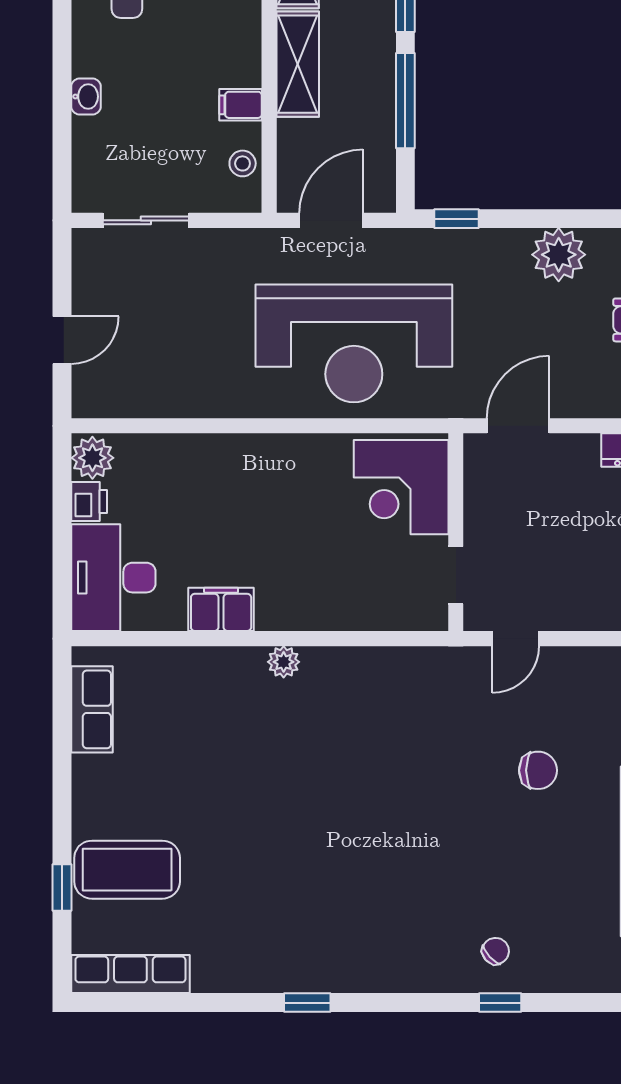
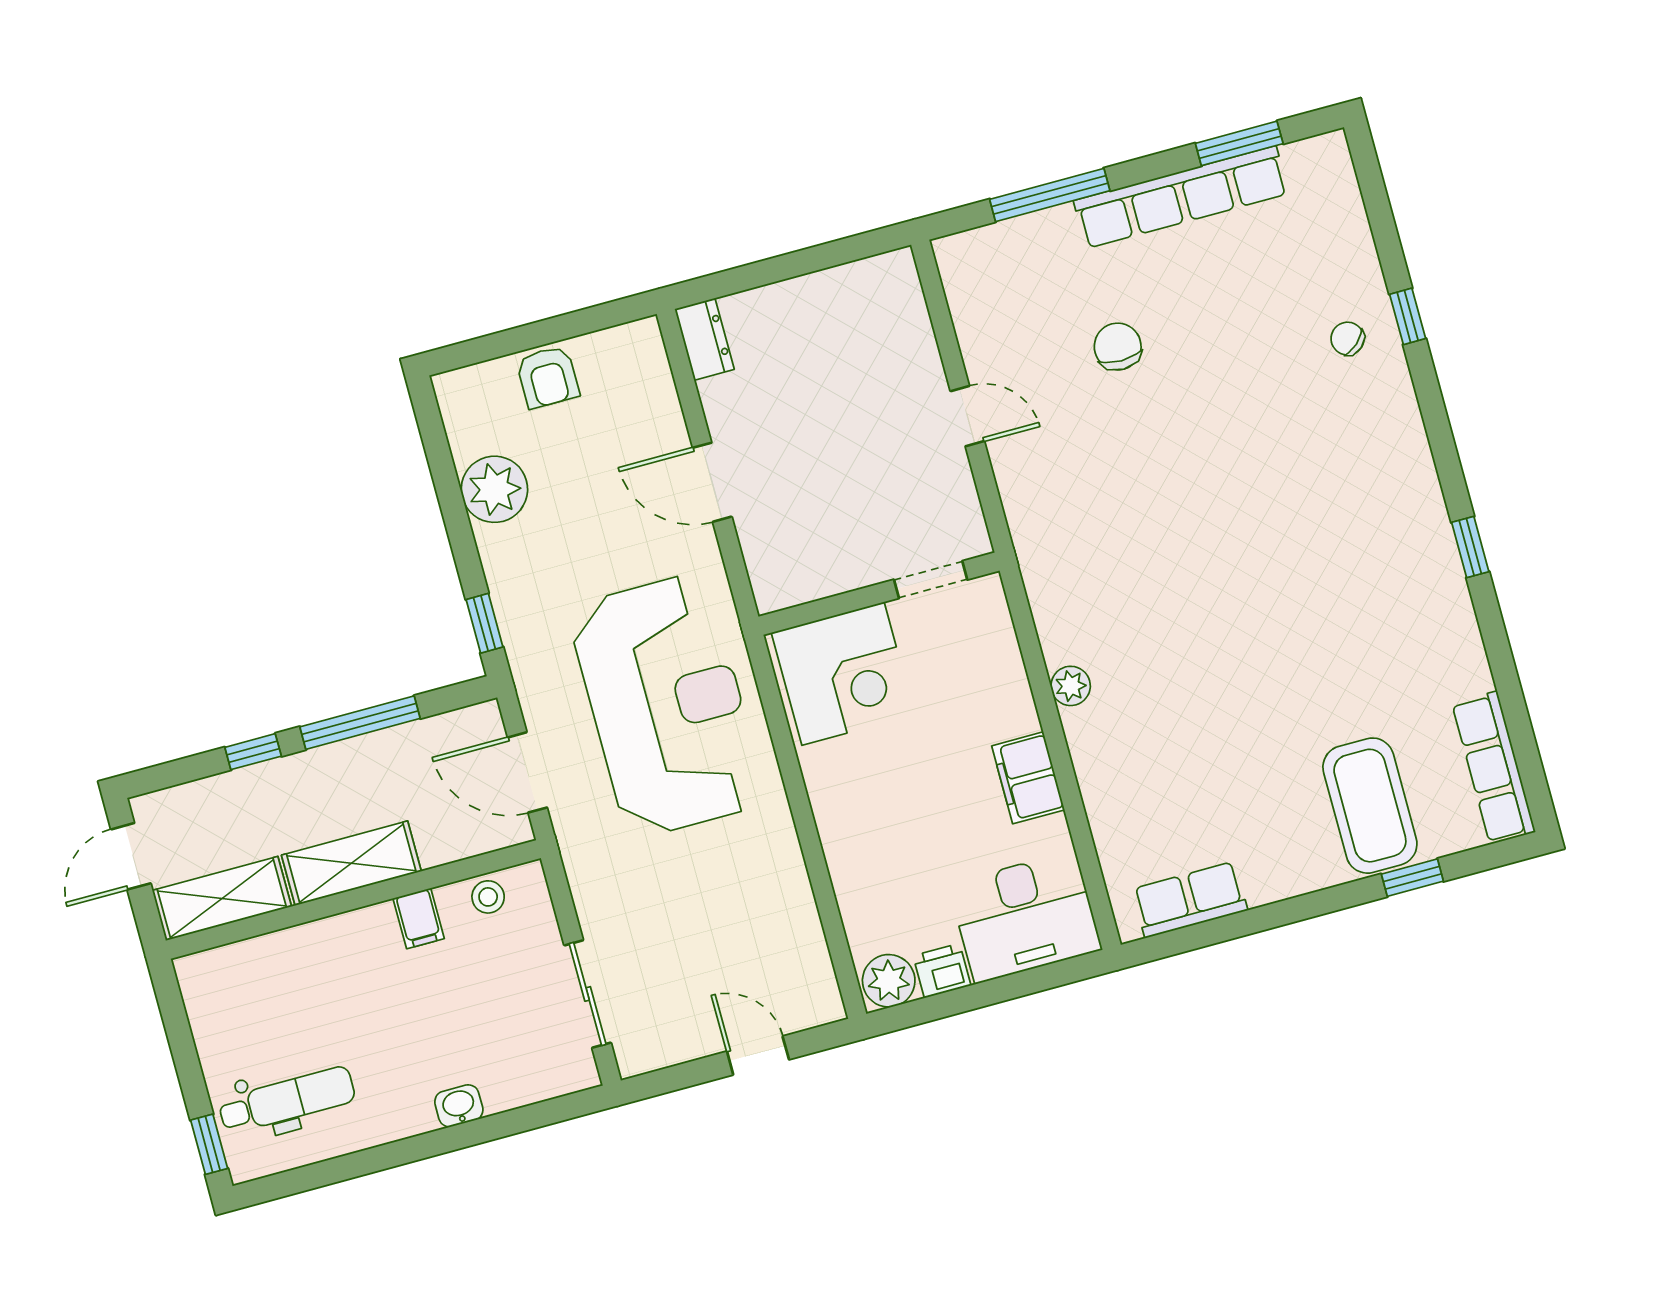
corner desk: (401, 487) -> (843, 674), moved
wall: (456, 532) -> (879, 594), moved
doorway: (456, 575) -> (931, 580), moved

